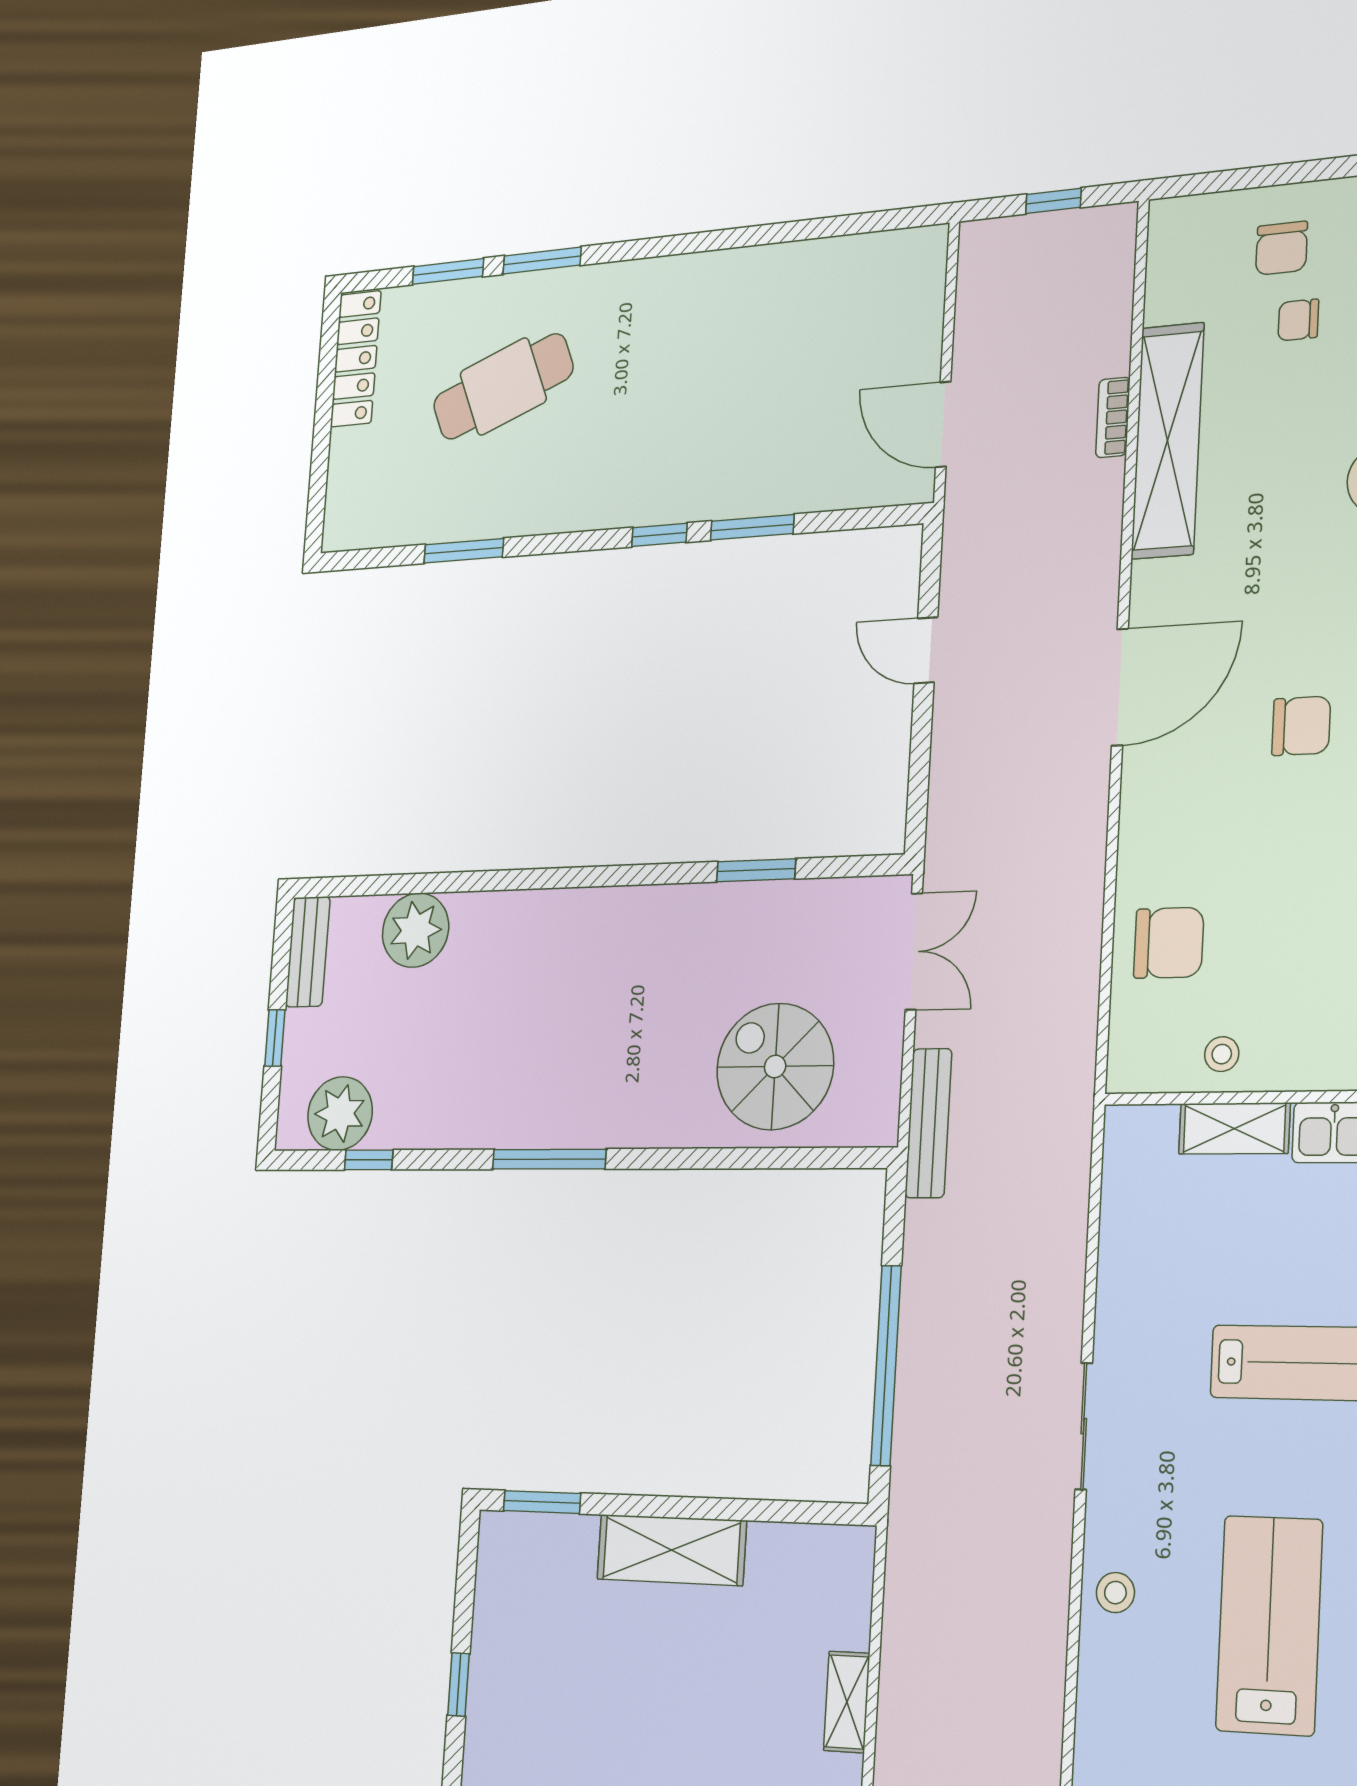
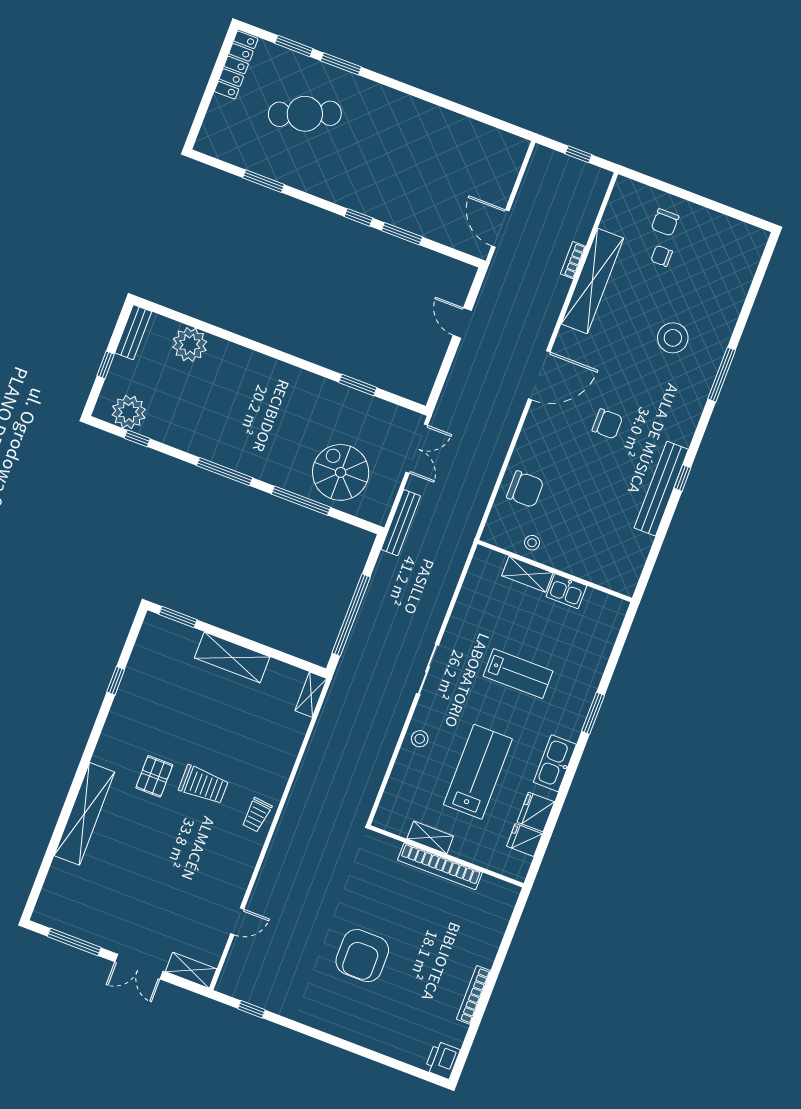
window: (714, 1158) -> (301, 501), added
shelving: (847, 1702) -> (311, 695), moved

